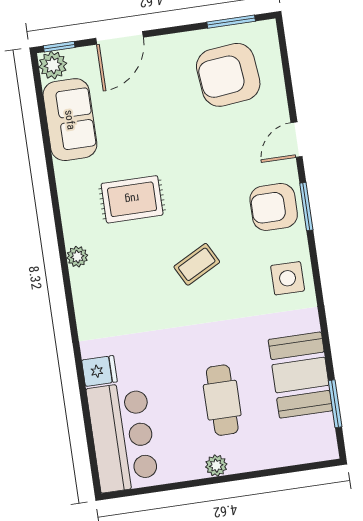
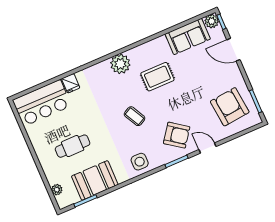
rug: (132, 199) -> (157, 77), turned 90
armchair: (274, 207) -> (177, 135), moved, turned 126
plant: (77, 257) -> (120, 64), width x1.88, depth x1.88
plant: (216, 466) -> (57, 190), moved

